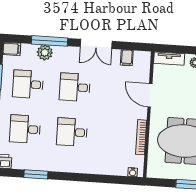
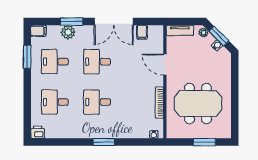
window: (50, 41) -> (72, 22), width x0.69
double door: (96, 44) -> (114, 22), width x1.37
window: (36, 174) -> (104, 142), moved

